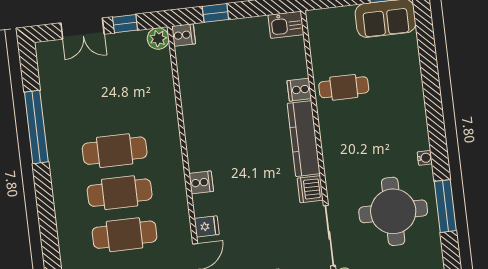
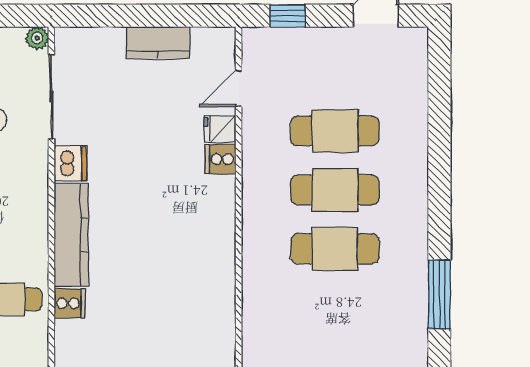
window: (36, 127) -> (439, 294), width x0.68
cooker: (201, 182) -> (220, 159), moved

